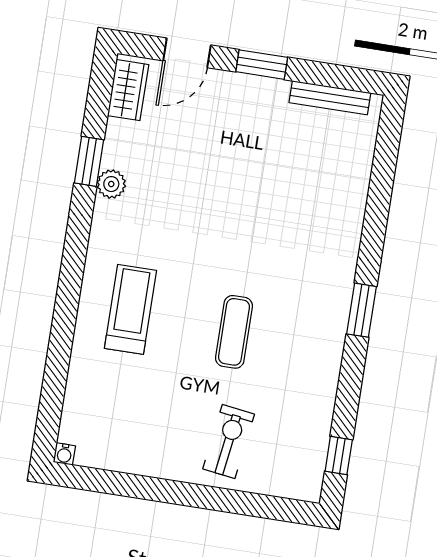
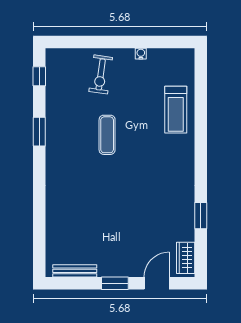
plant: (111, 184) -> (187, 205), removed
treadmill: (131, 309) -> (176, 110), moved
window: (361, 310) -> (39, 132), moved
water cooler: (64, 454) -> (141, 54), moved

